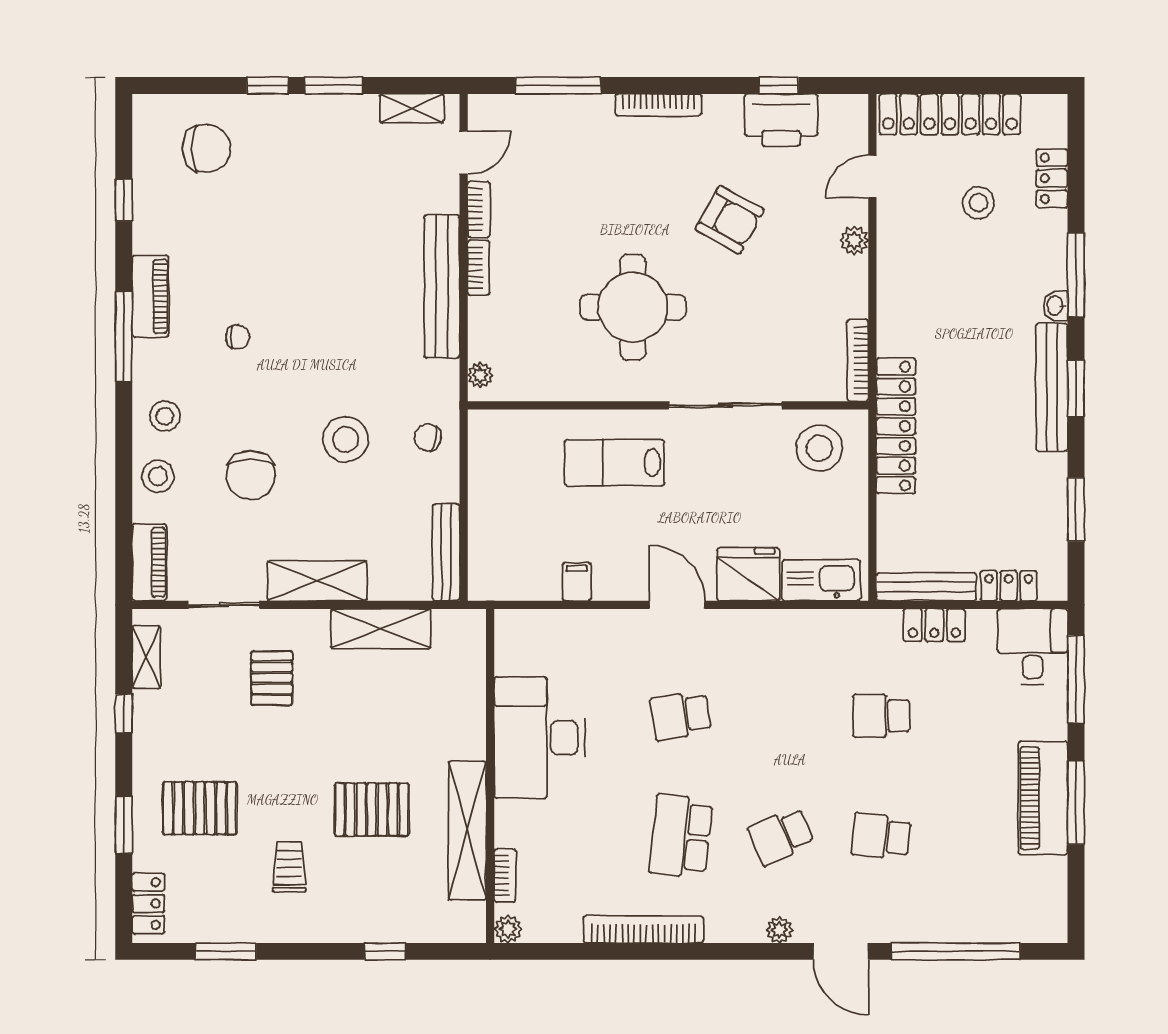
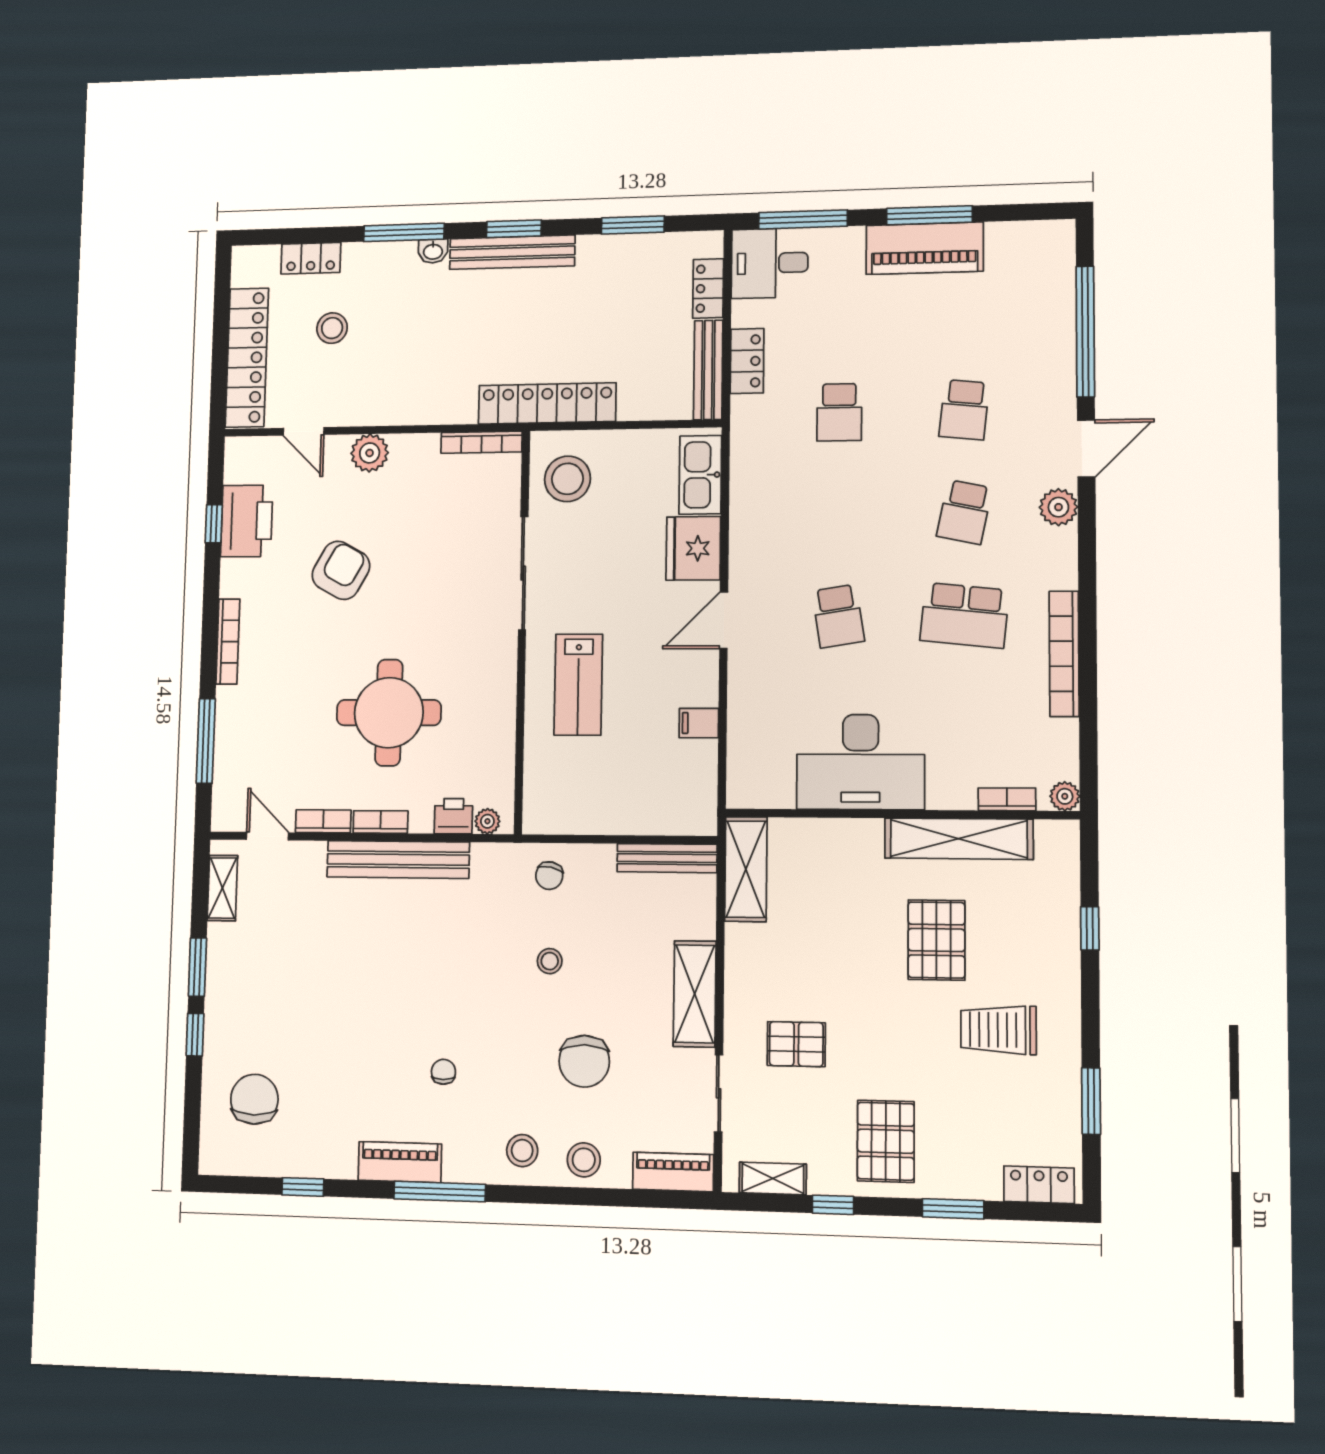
plant: (854, 240) -> (370, 453), width x1.38, depth x1.38
round table: (633, 307) -> (389, 713), moved
printer: (485, 341) -> (453, 816), added
stool: (346, 439) -> (550, 961), width x0.53, depth x0.53
chair: (251, 475) -> (584, 1061), turned 90
shelving: (381, 629) -> (746, 869), moved
pallet: (200, 808) -> (886, 1141), moved
school desk: (781, 836) -> (964, 512), turned 36
trolley: (289, 867) -> (998, 1030), width x1.36, depth x1.39
plant: (780, 930) -> (1058, 507), width x1.38, depth x1.38

